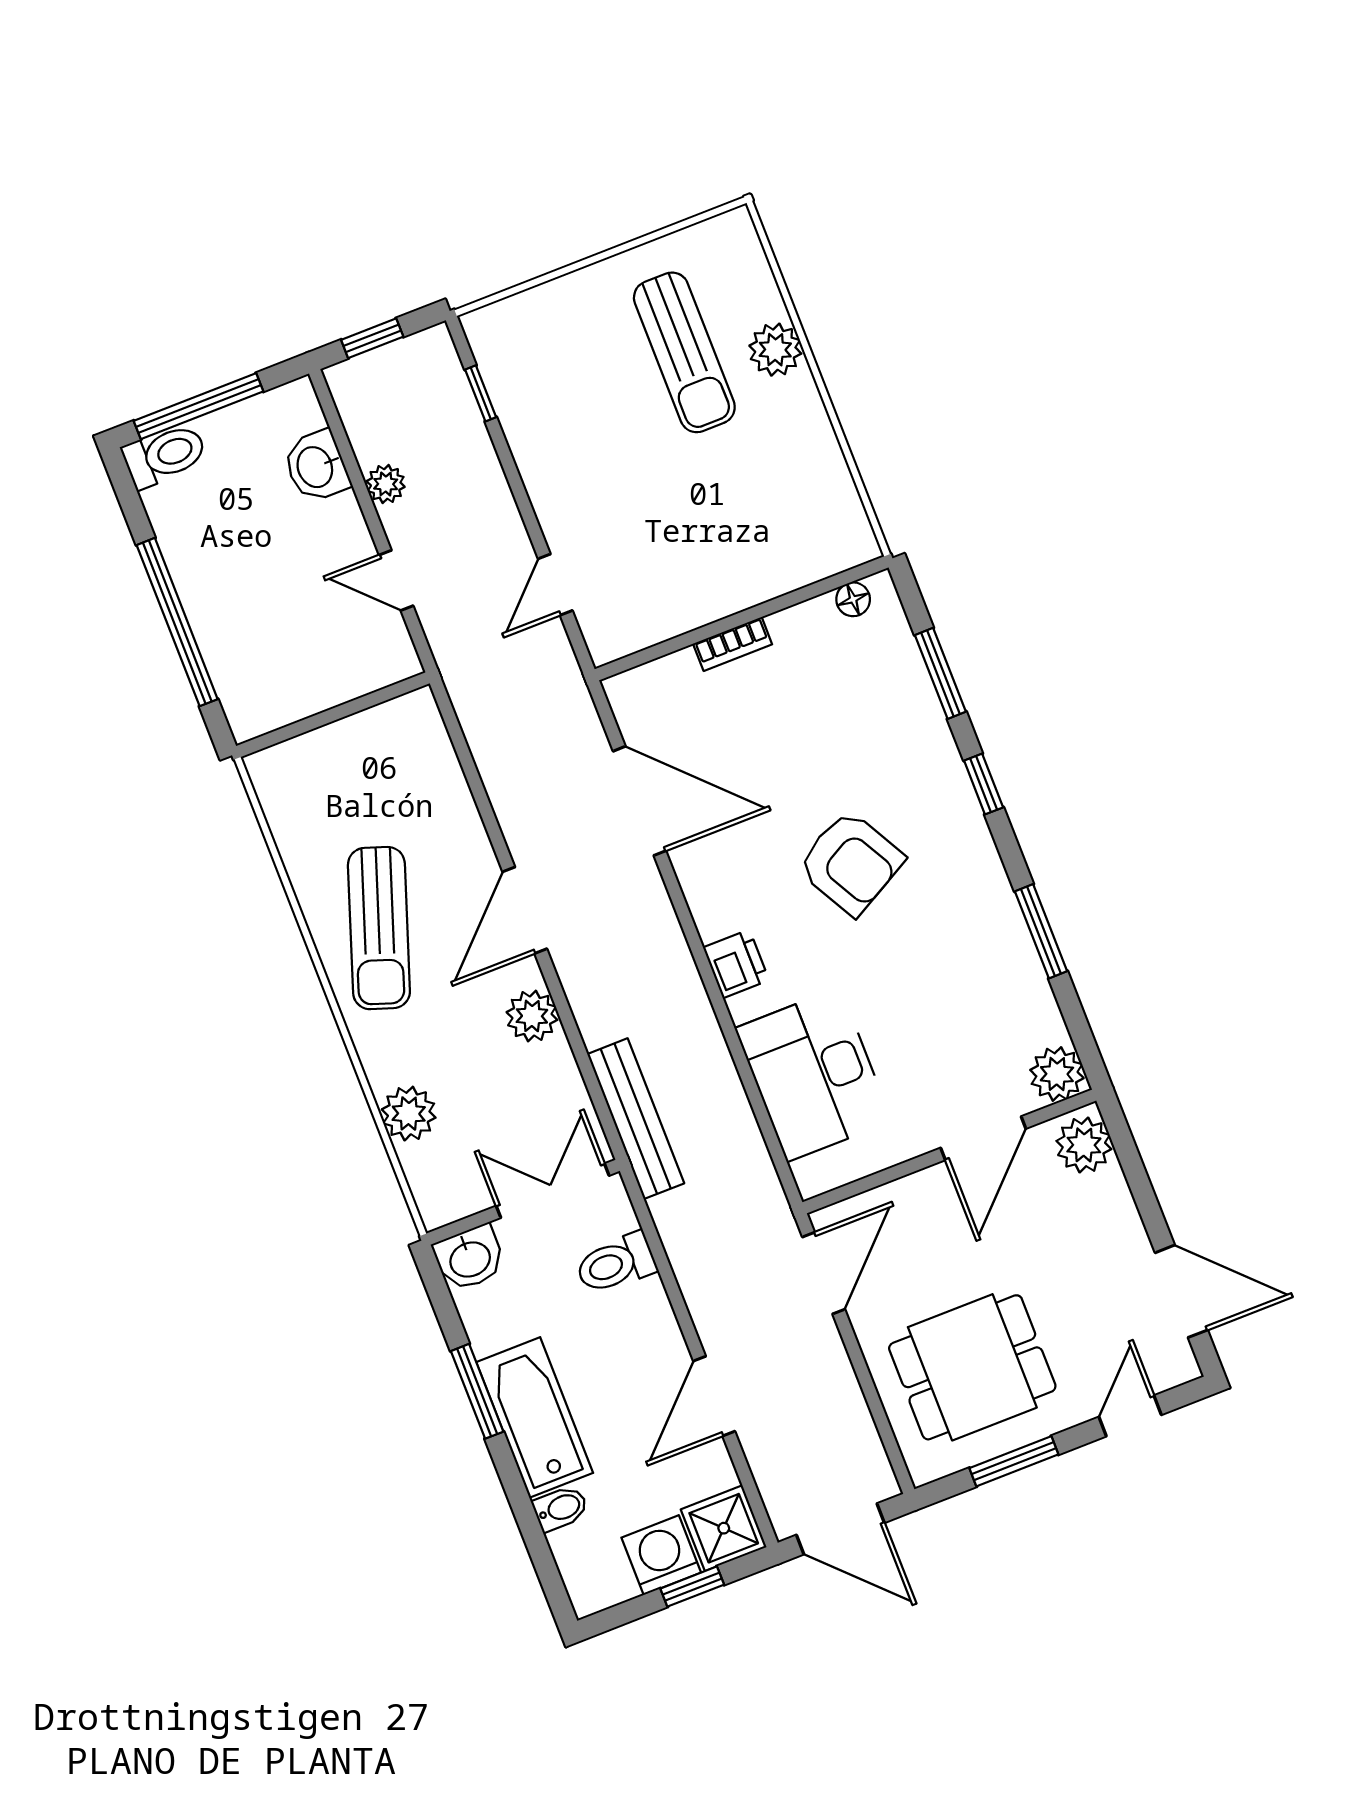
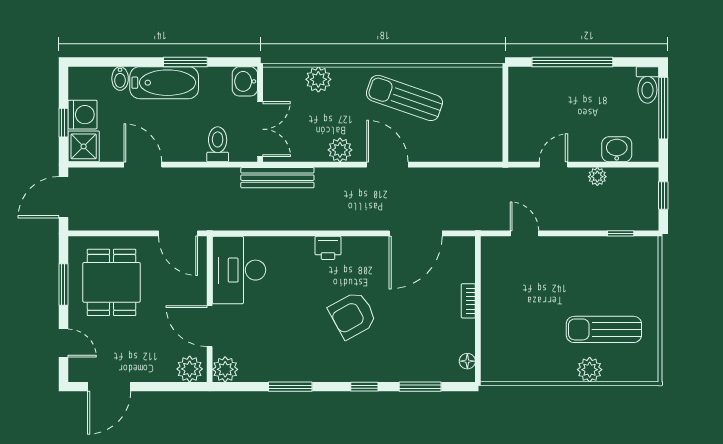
desk: (813, 1075) -> (239, 270), moved, turned -90

